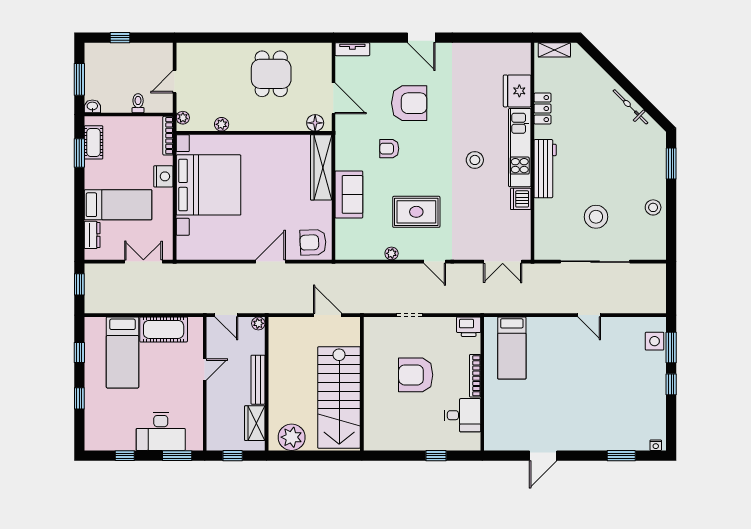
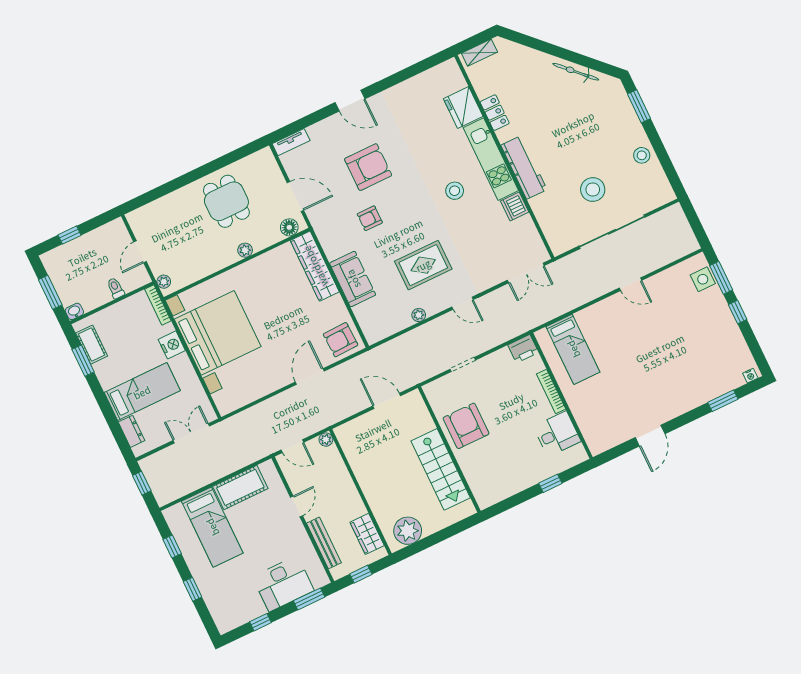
plant: (222, 124) -> (245, 250), moved
armchair: (416, 375) -> (466, 426), moved, turned 90
bench: (258, 380) -> (324, 543), moved
stairs: (339, 397) -> (441, 469), width x0.73, depth x0.66

